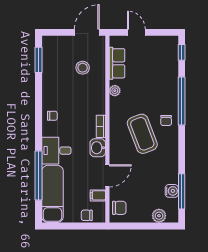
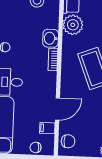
plant: (115, 91) -> (73, 25), width x1.88, depth x1.88
washbasin: (98, 148) -> (51, 38), moved

